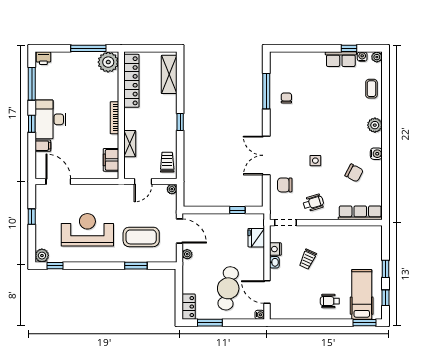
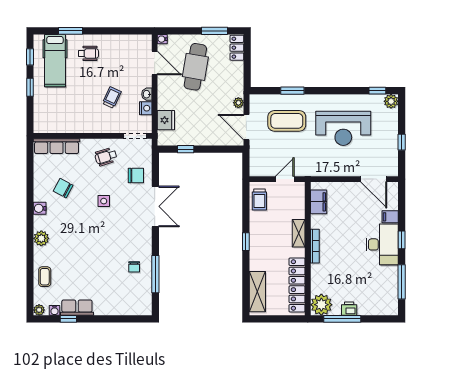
printer: (43, 58) -> (349, 309), moved
shelving: (130, 144) -> (299, 233), moved
plant: (172, 189) -> (254, 171), removed
window: (364, 323) -> (70, 31), moved

